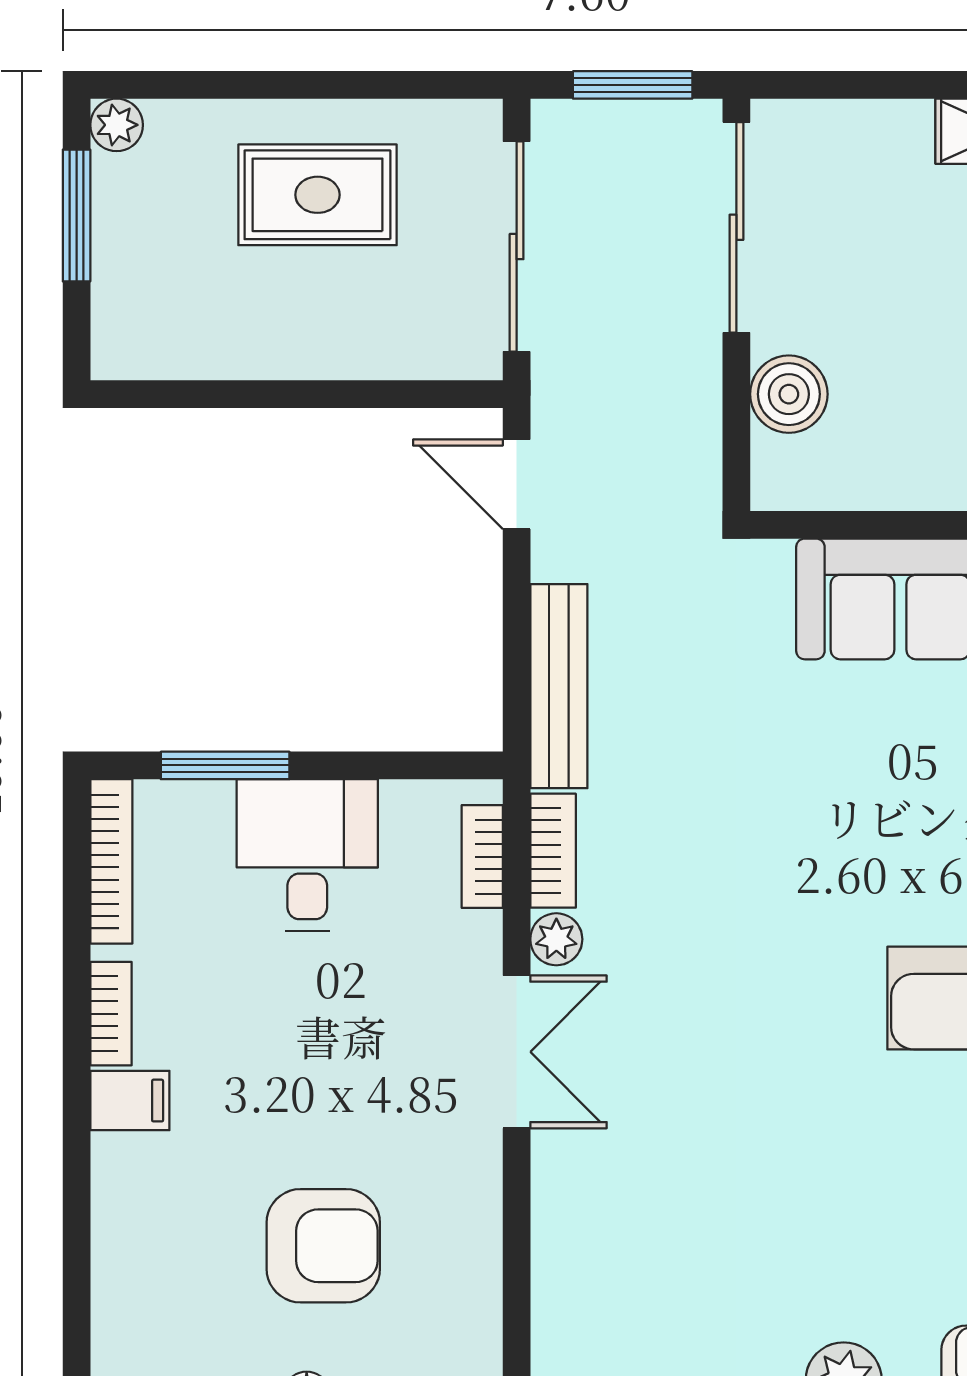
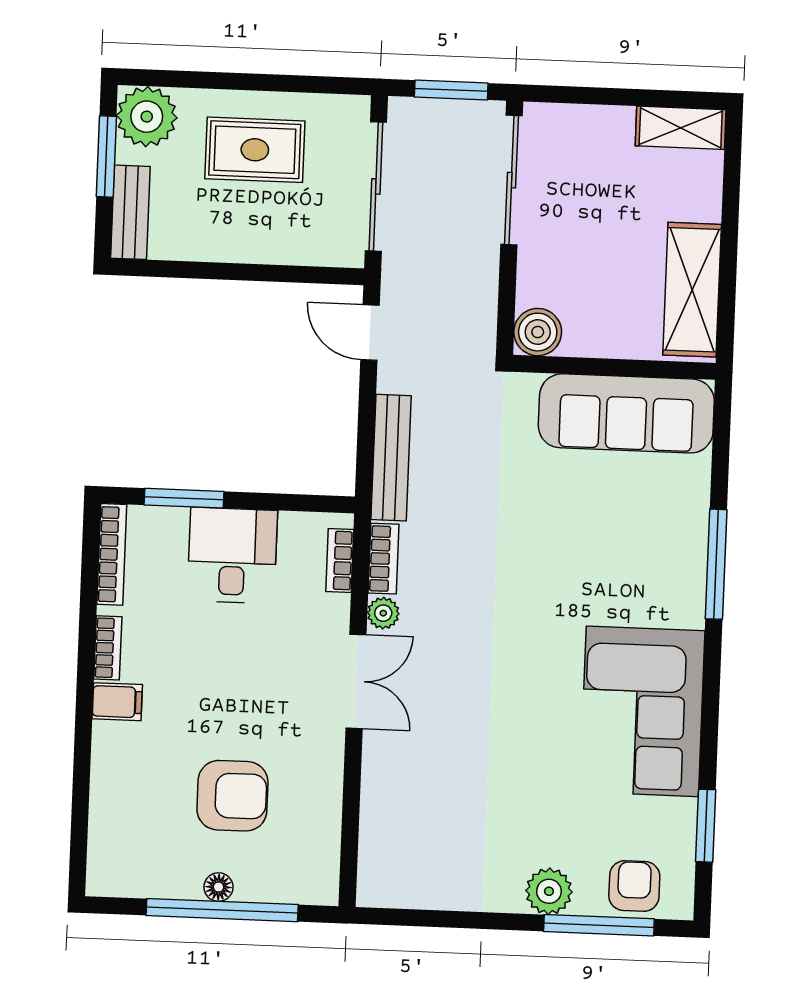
plant: (117, 125) -> (147, 117), width x1.88, depth x1.88
bench: (119, 305) -> (130, 212), added
boiler: (789, 394) -> (538, 332), moved

